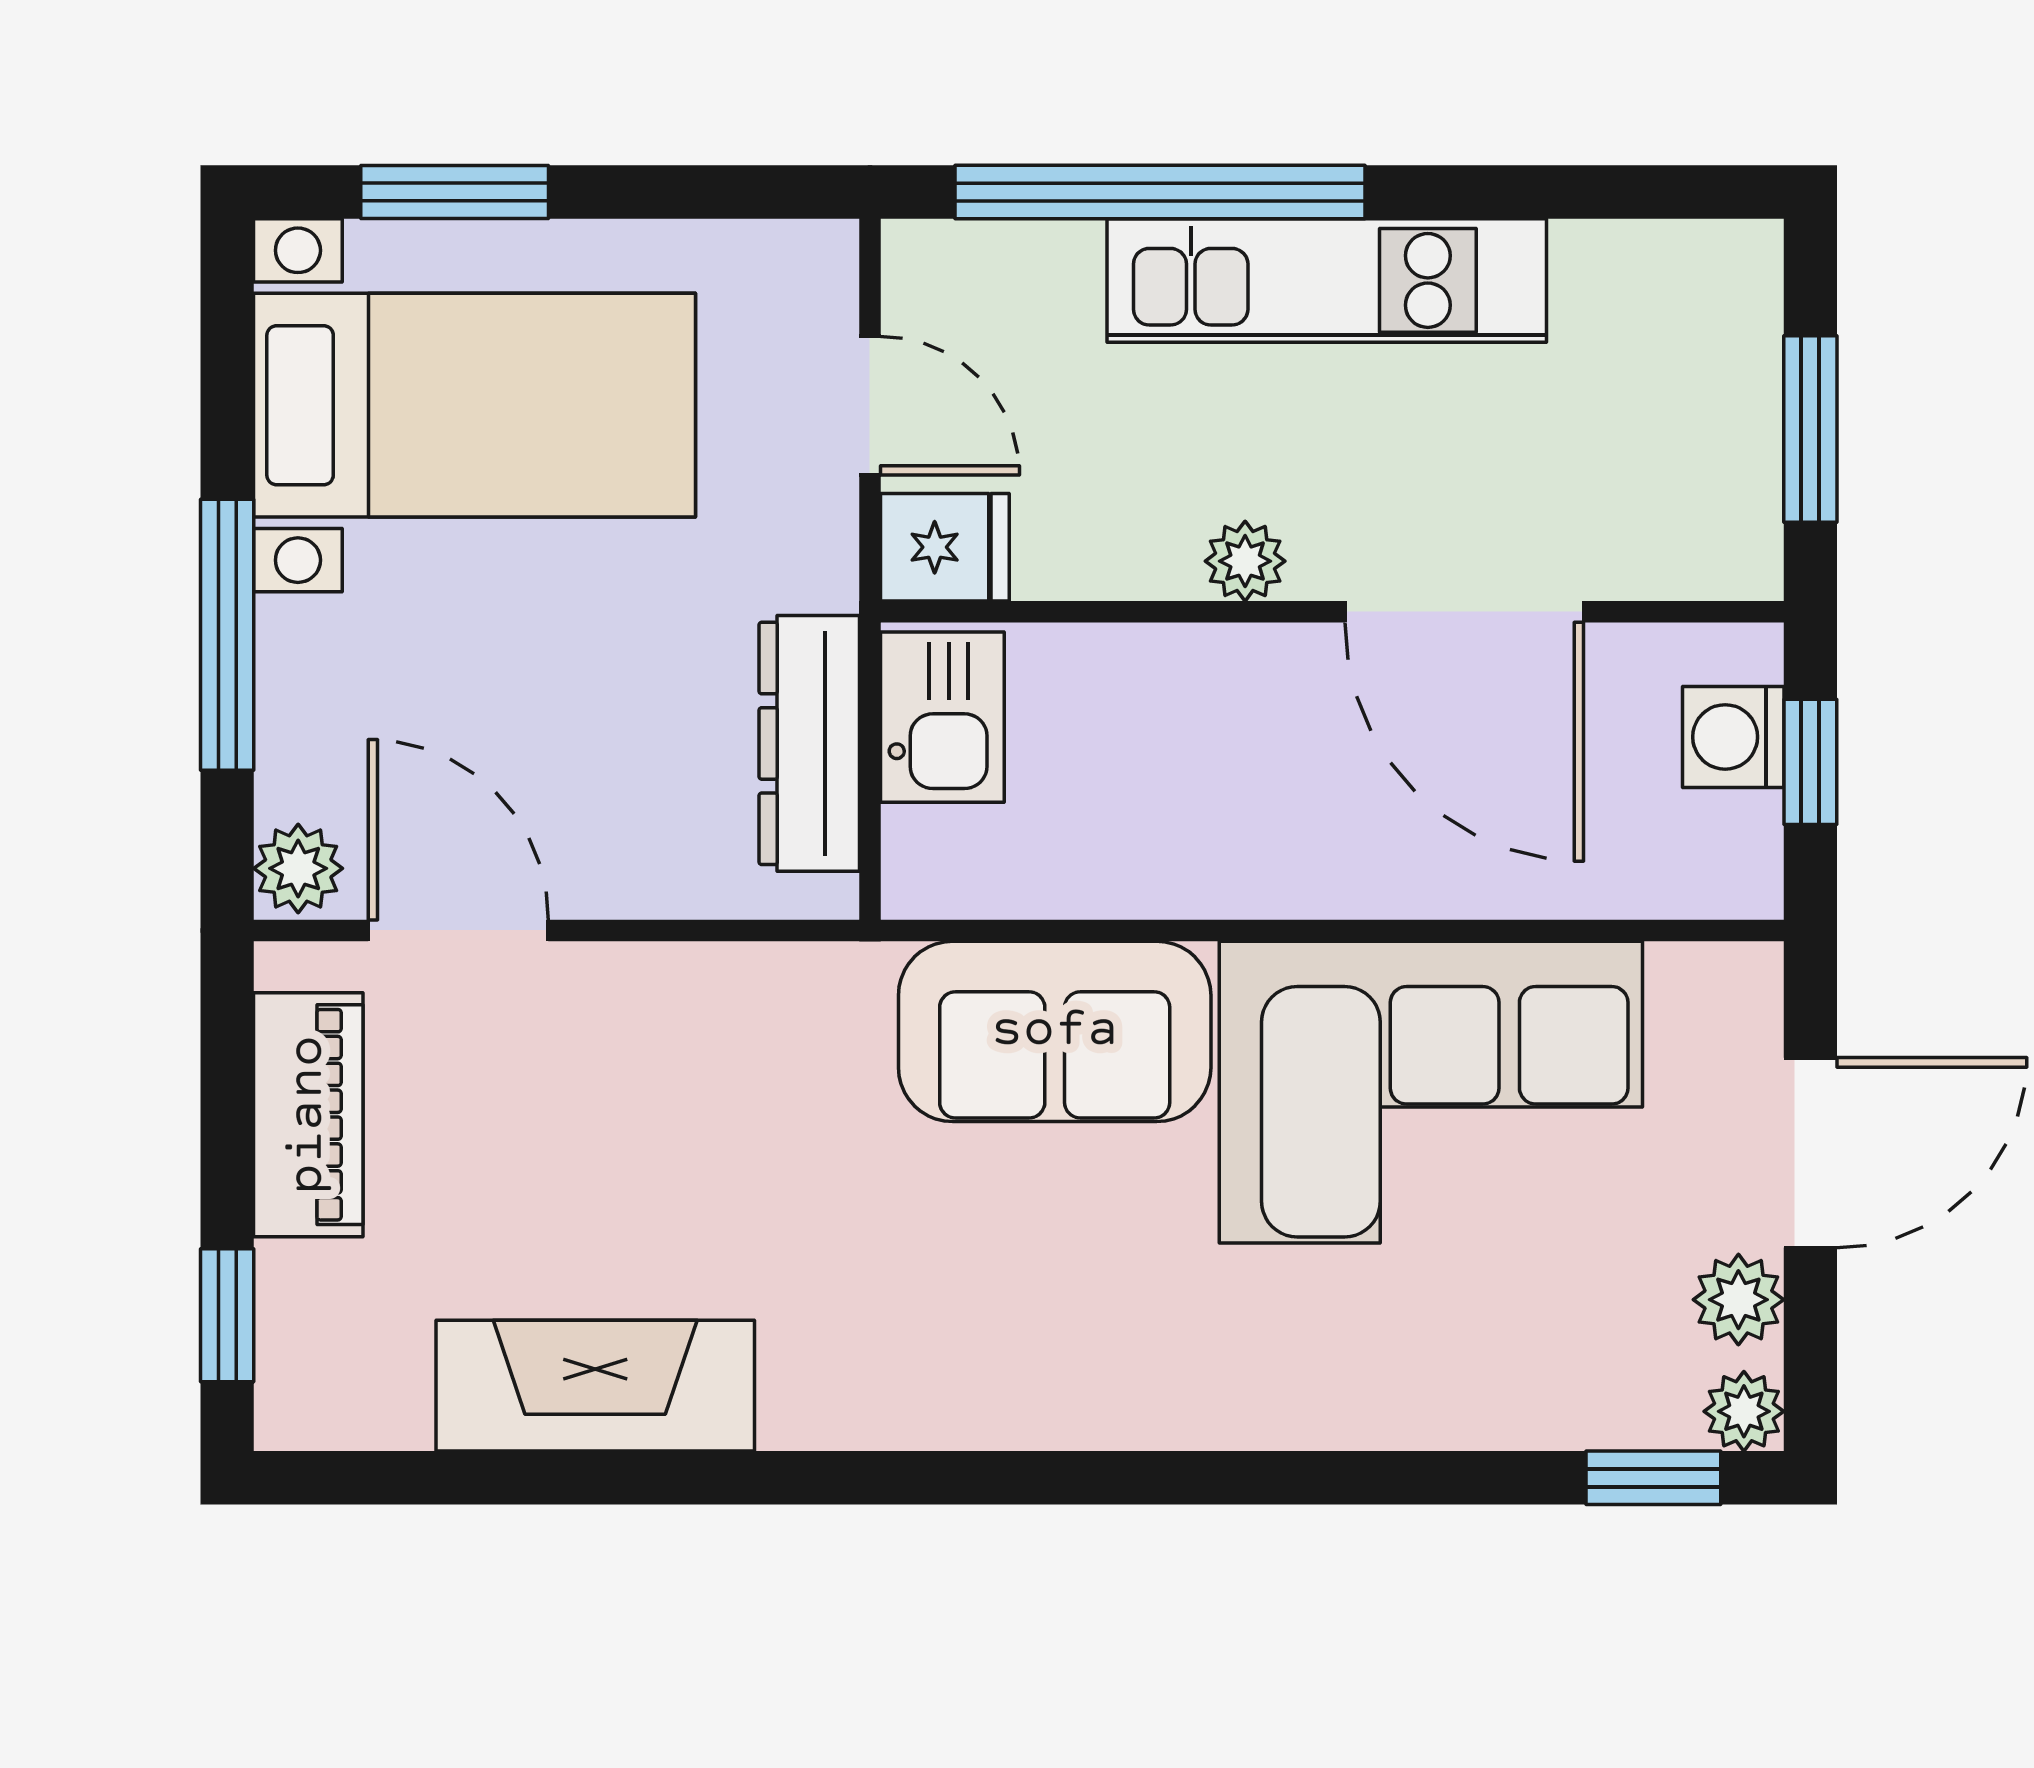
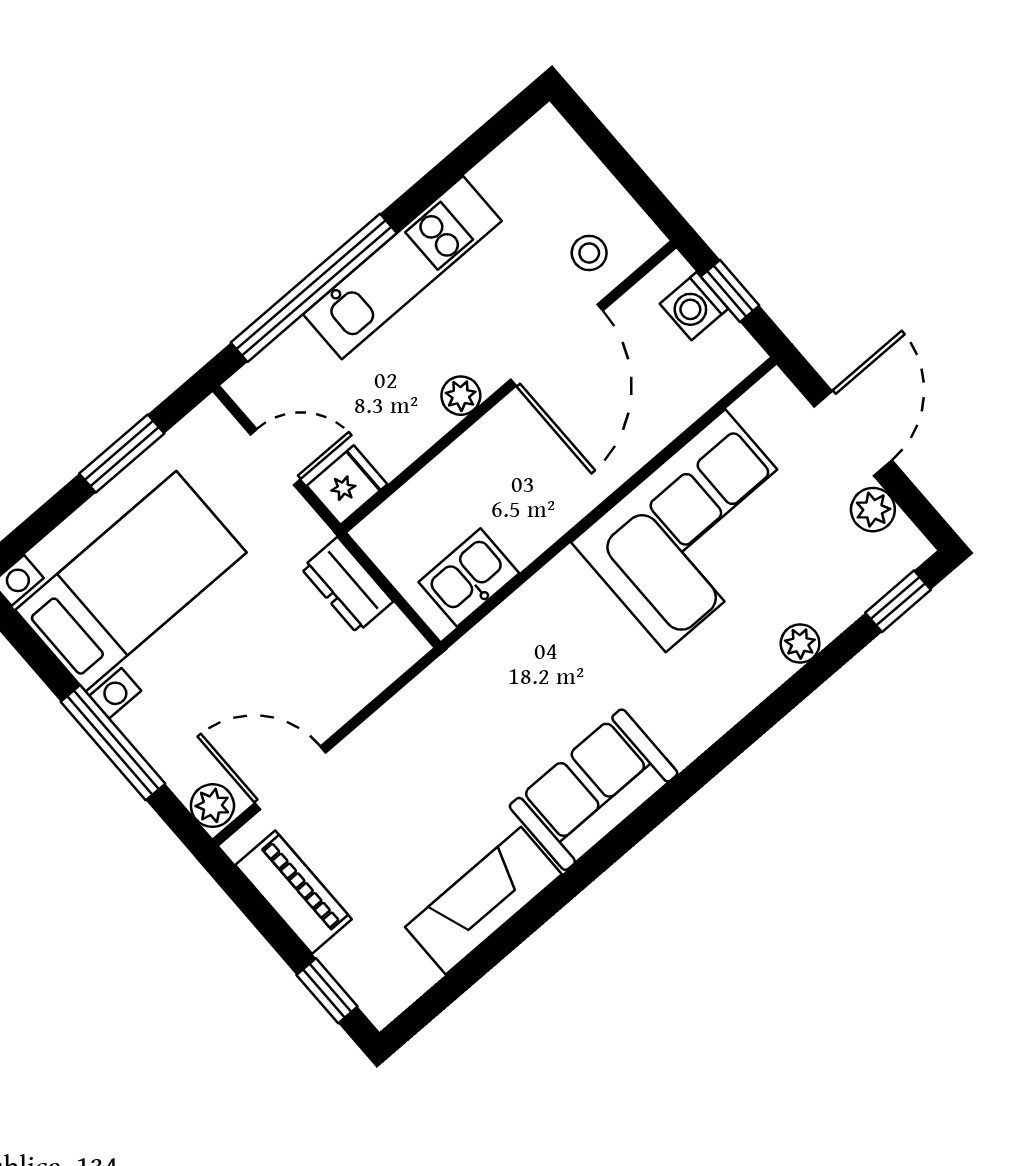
window: (455, 192) -> (122, 454), moved
window: (1810, 429) -> (625, 170), removed
stool: (1640, 511) -> (589, 253), added
door: (1464, 612) -> (557, 345), hinge flipped
kitchen sink: (942, 717) -> (469, 578), moved, turned -90
dresser: (809, 743) -> (347, 585), width x0.70
sofa: (1055, 1031) -> (594, 790), moved, turned 180
plant: (1744, 1411) -> (800, 644), moved

